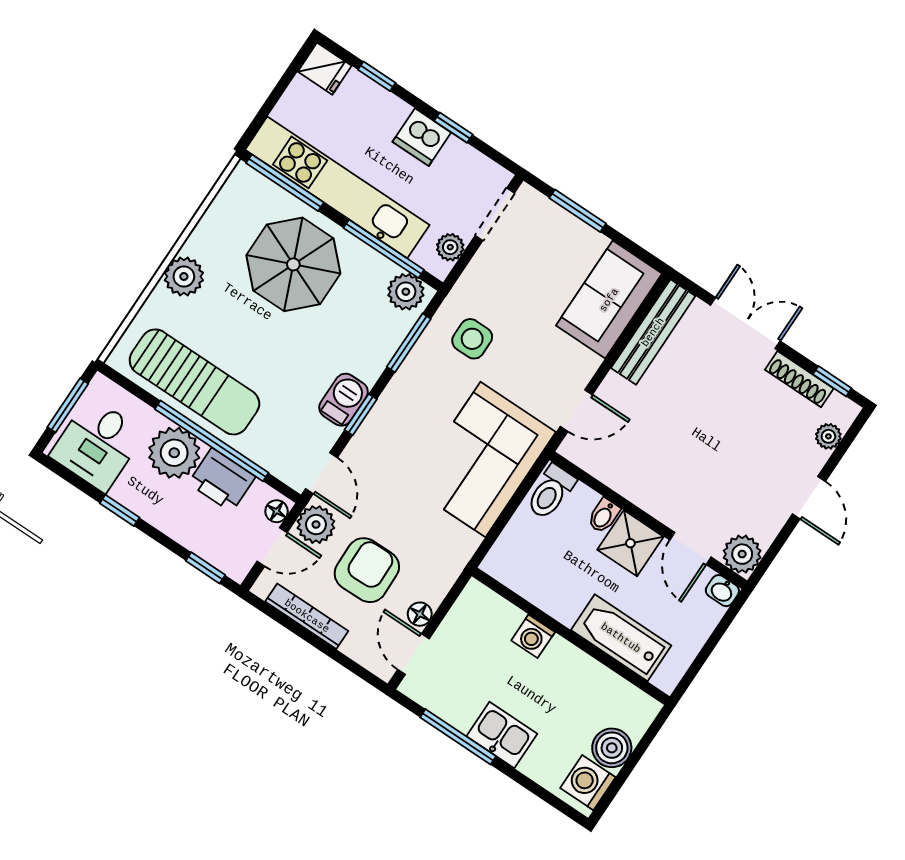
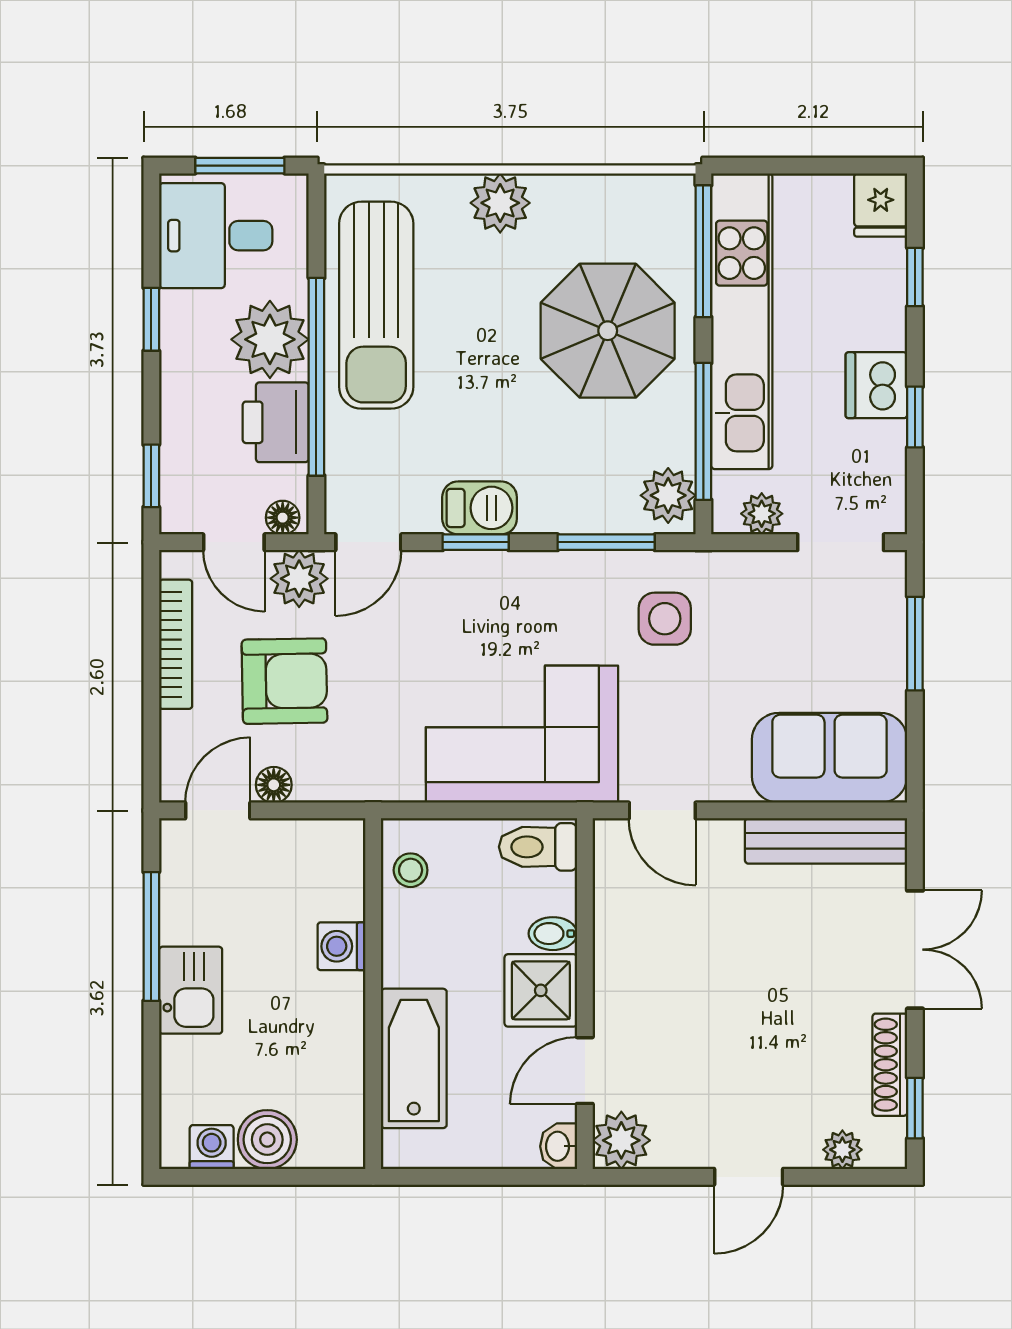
stool: (517, 570) -> (411, 870), added
washing machine: (588, 783) -> (212, 1147), width x0.73, depth x0.73

